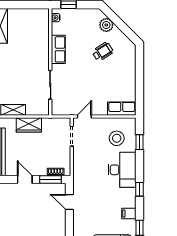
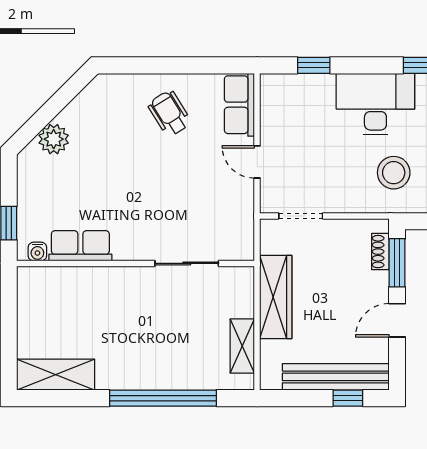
row of seats: (58, 49) -> (80, 246), moved
wheelchair: (103, 52) -> (170, 113), moved
door: (84, 117) -> (257, 162), moved
wardrobe: (29, 125) -> (276, 297), width x1.50
stool: (117, 138) -> (394, 173), moved

